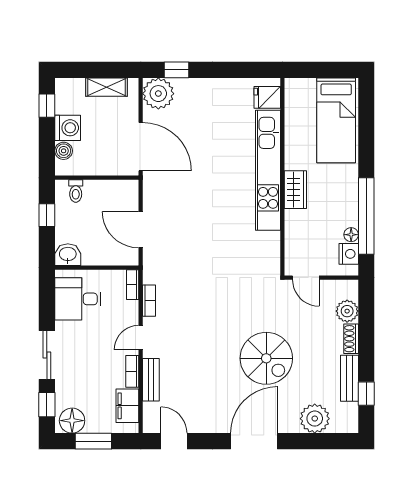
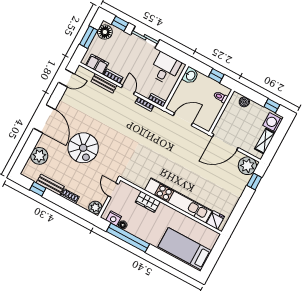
washing machine: (68, 128) -> (273, 122), moved, turned 90
wardrobe: (295, 190) -> (148, 202), moved
door: (306, 278) -> (113, 190), hinge flipped
plant: (347, 311) -> (95, 207), moved
spiral stairs: (266, 358) -> (83, 148), turned -90

